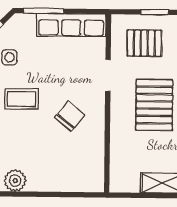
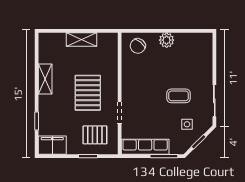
chair: (70, 116) -> (138, 46), moved
plant: (15, 181) -> (167, 40), moved

